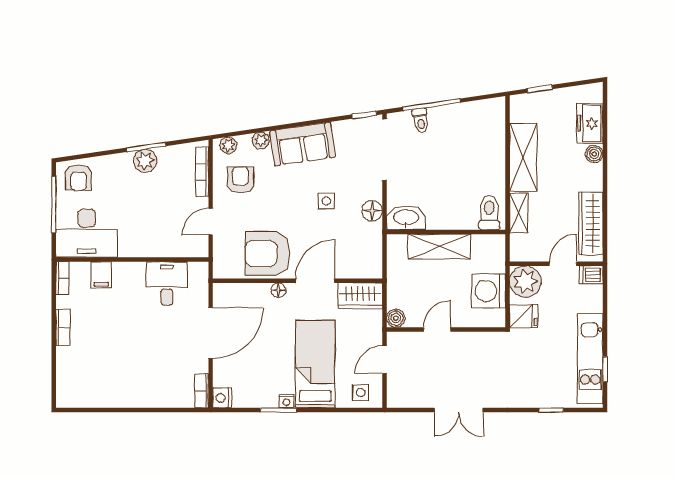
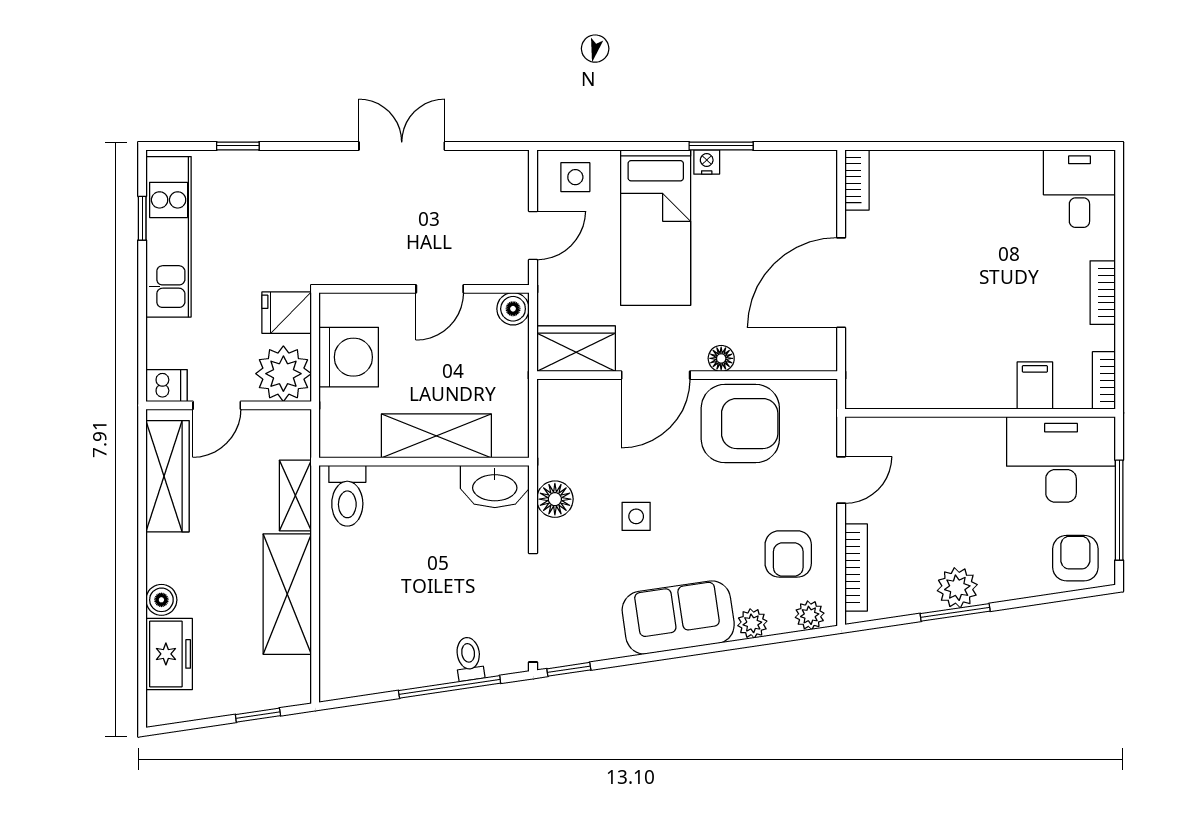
desk: (167, 283) -> (1079, 189), moved, turned 180
nightstand: (222, 398) -> (821, 168), removed

